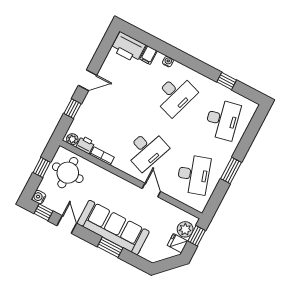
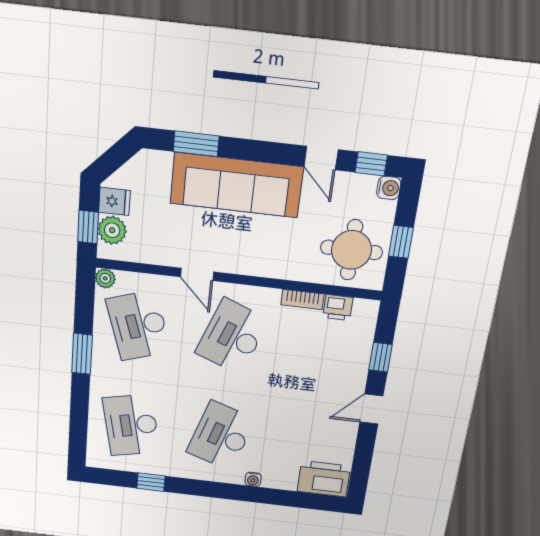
filing cabinet: (148, 55) -> (287, 478), removed
plant: (72, 139) -> (105, 278), moved
window: (110, 247) -> (196, 144), moved

